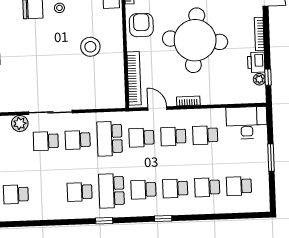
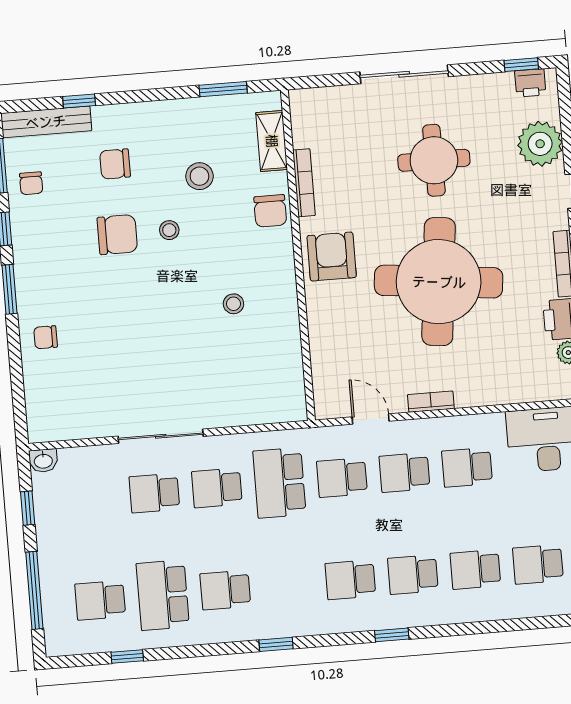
stool: (90, 47) -> (233, 304), width x0.53, depth x0.53
bookcase: (134, 78) -> (322, 362), removed
plant: (20, 123) -> (102, 461), removed
school desk: (111, 191) -> (163, 595), moved
window: (28, 223) -> (127, 657), added

